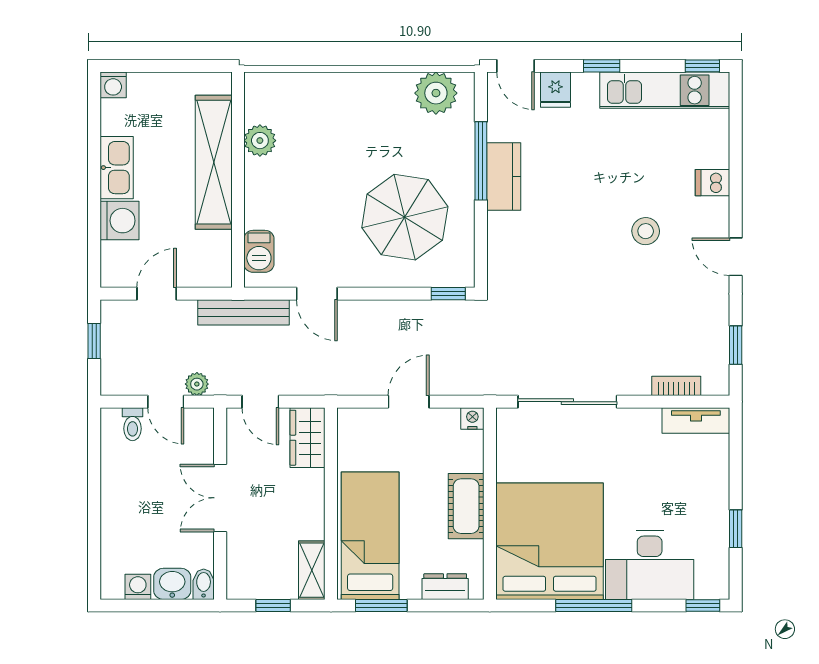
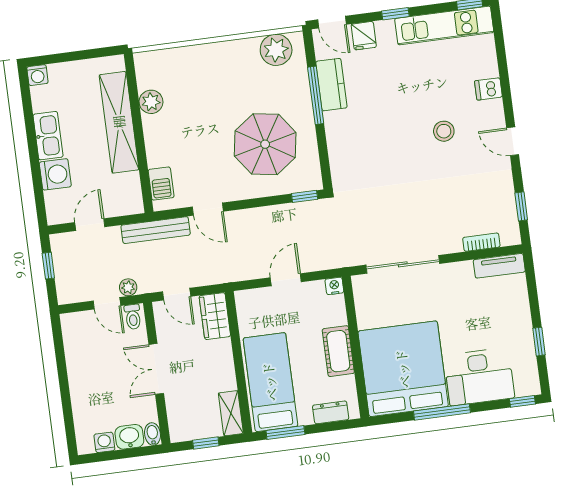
kitchen counter: (504, 176) -> (331, 85), moved
toilet: (133, 424) -> (133, 317), moved

